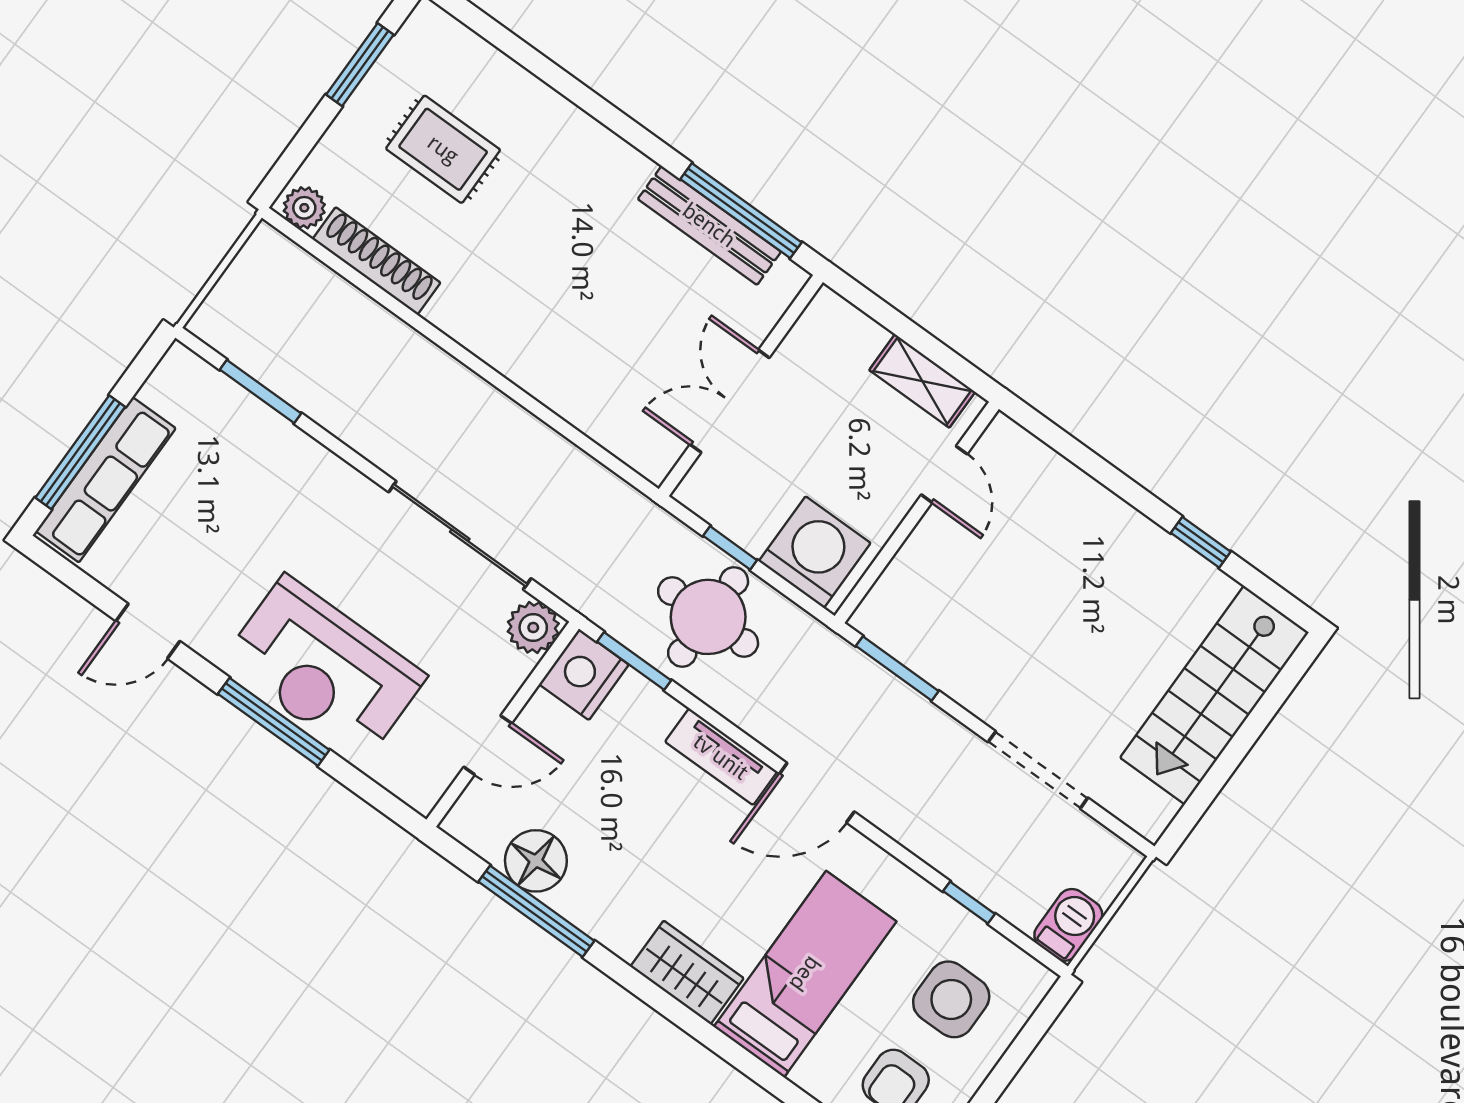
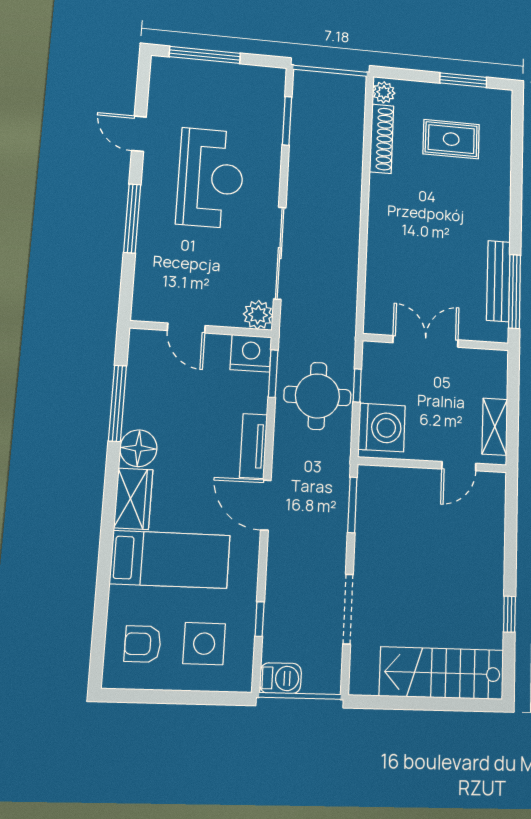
rug: (443, 149) -> (451, 139), turned 90
row of seats: (106, 480) -> (199, 74), removed
reception desk: (324, 669) -> (211, 178), moved, turned 180
floor lamp: (536, 861) -> (138, 448), moved

